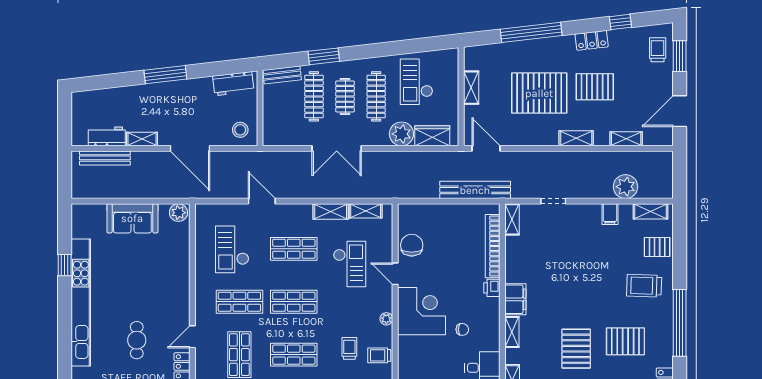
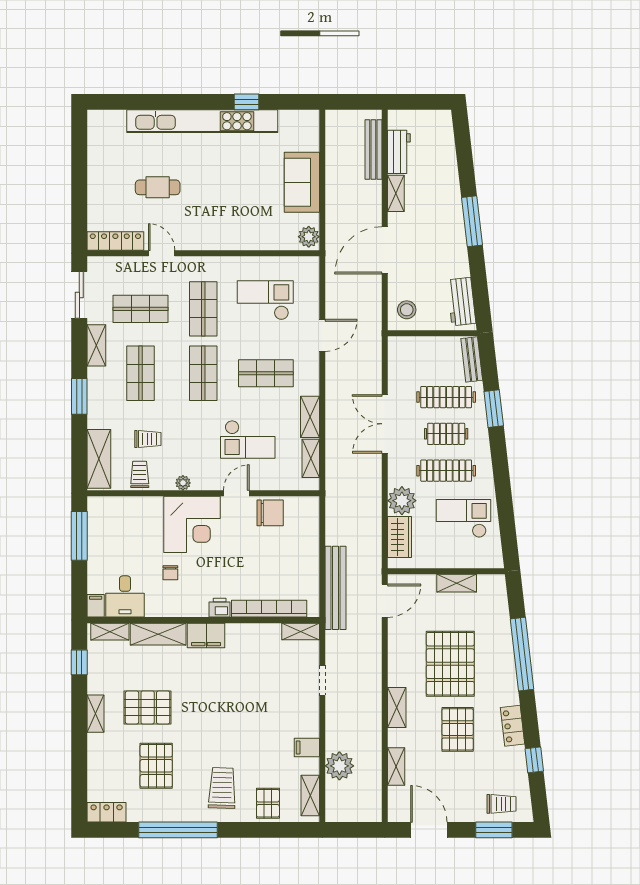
shop shelf: (294, 249) -> (266, 373), turned 90
shelving: (512, 332) -> (158, 634), width x1.50, depth x1.33

